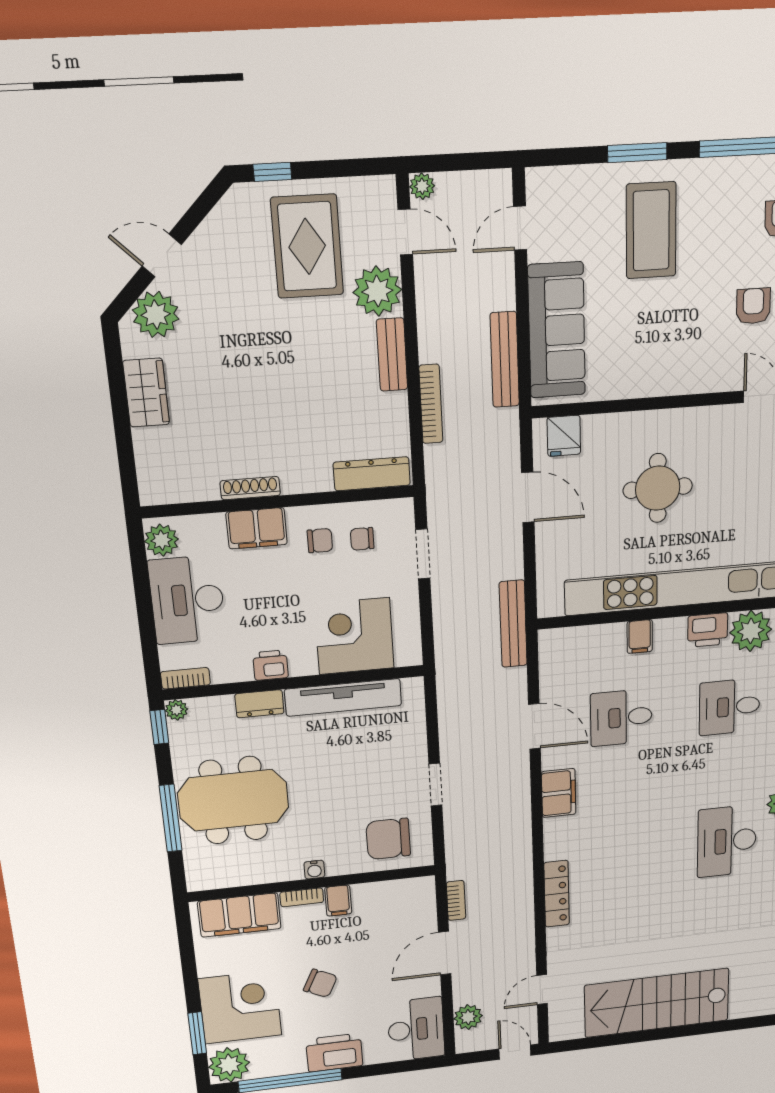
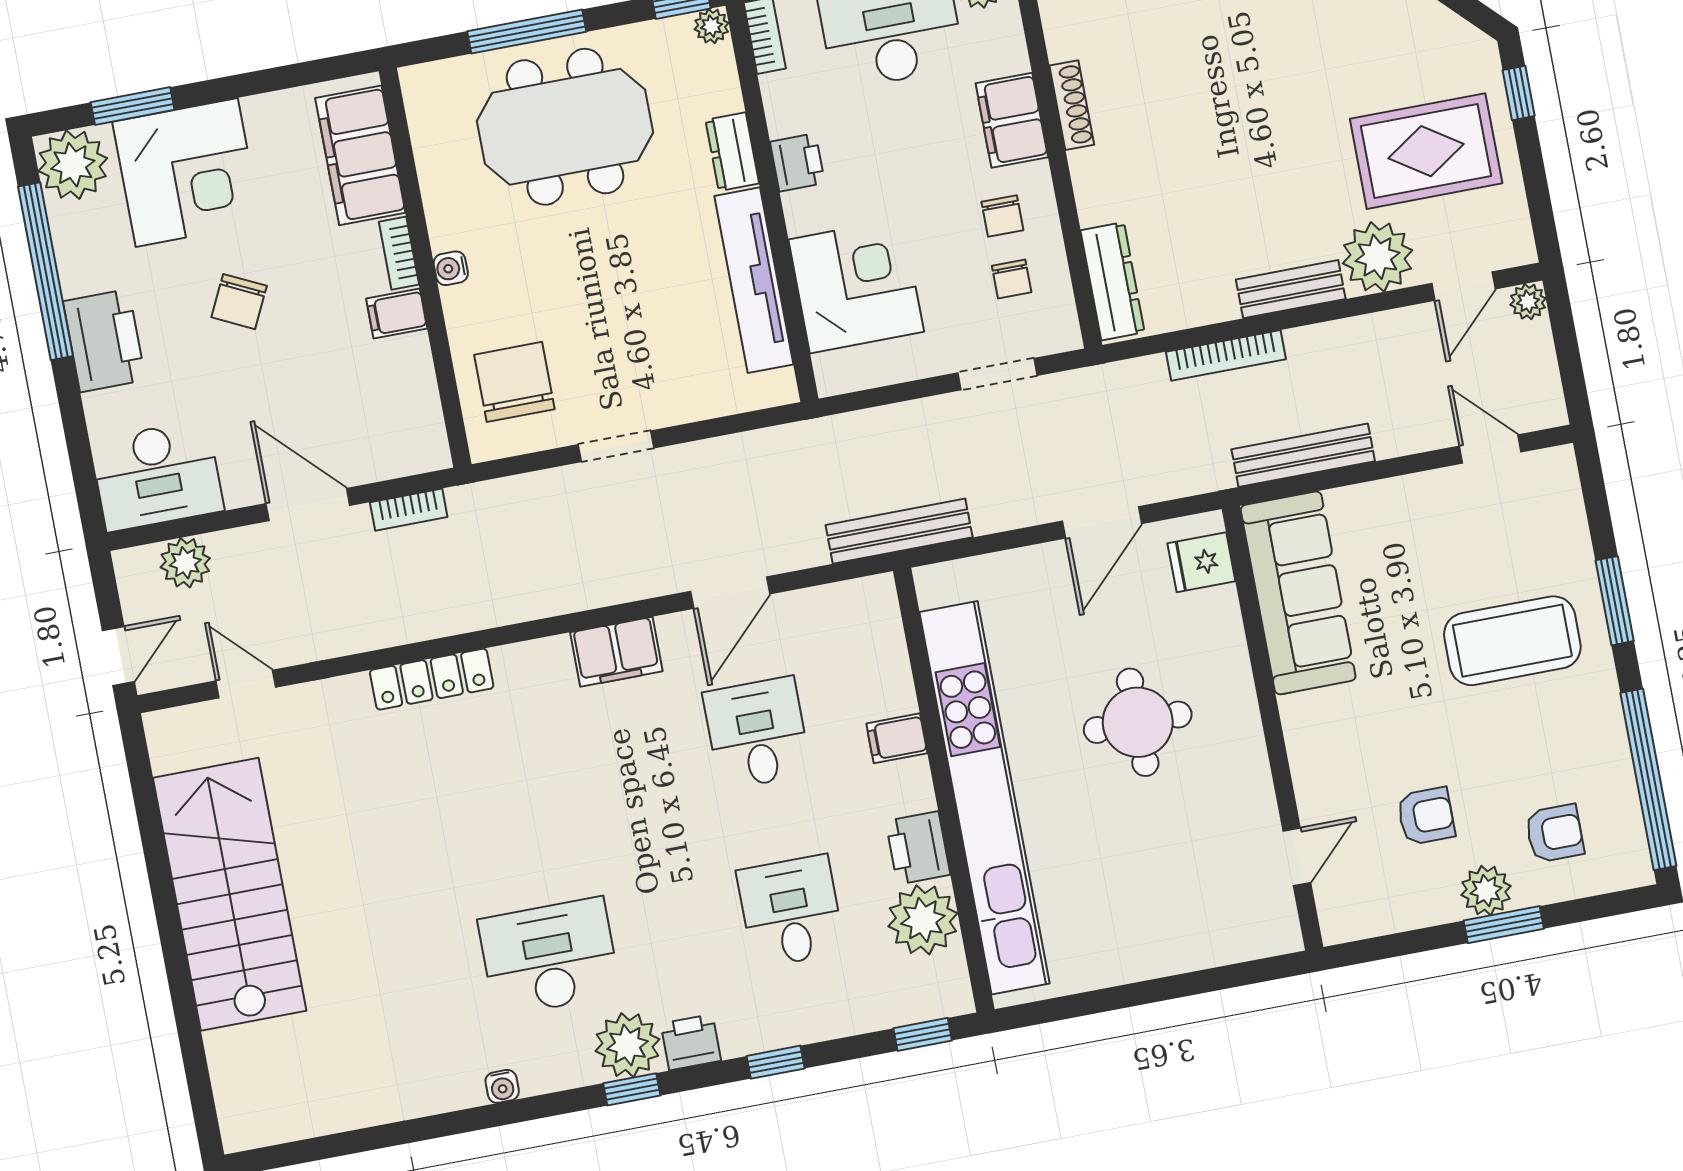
sofa: (557, 330) -> (1298, 593), moved, turned -90
chair: (362, 539) -> (1012, 279), turned 180
meeting table: (233, 800) -> (565, 127), turned 90

